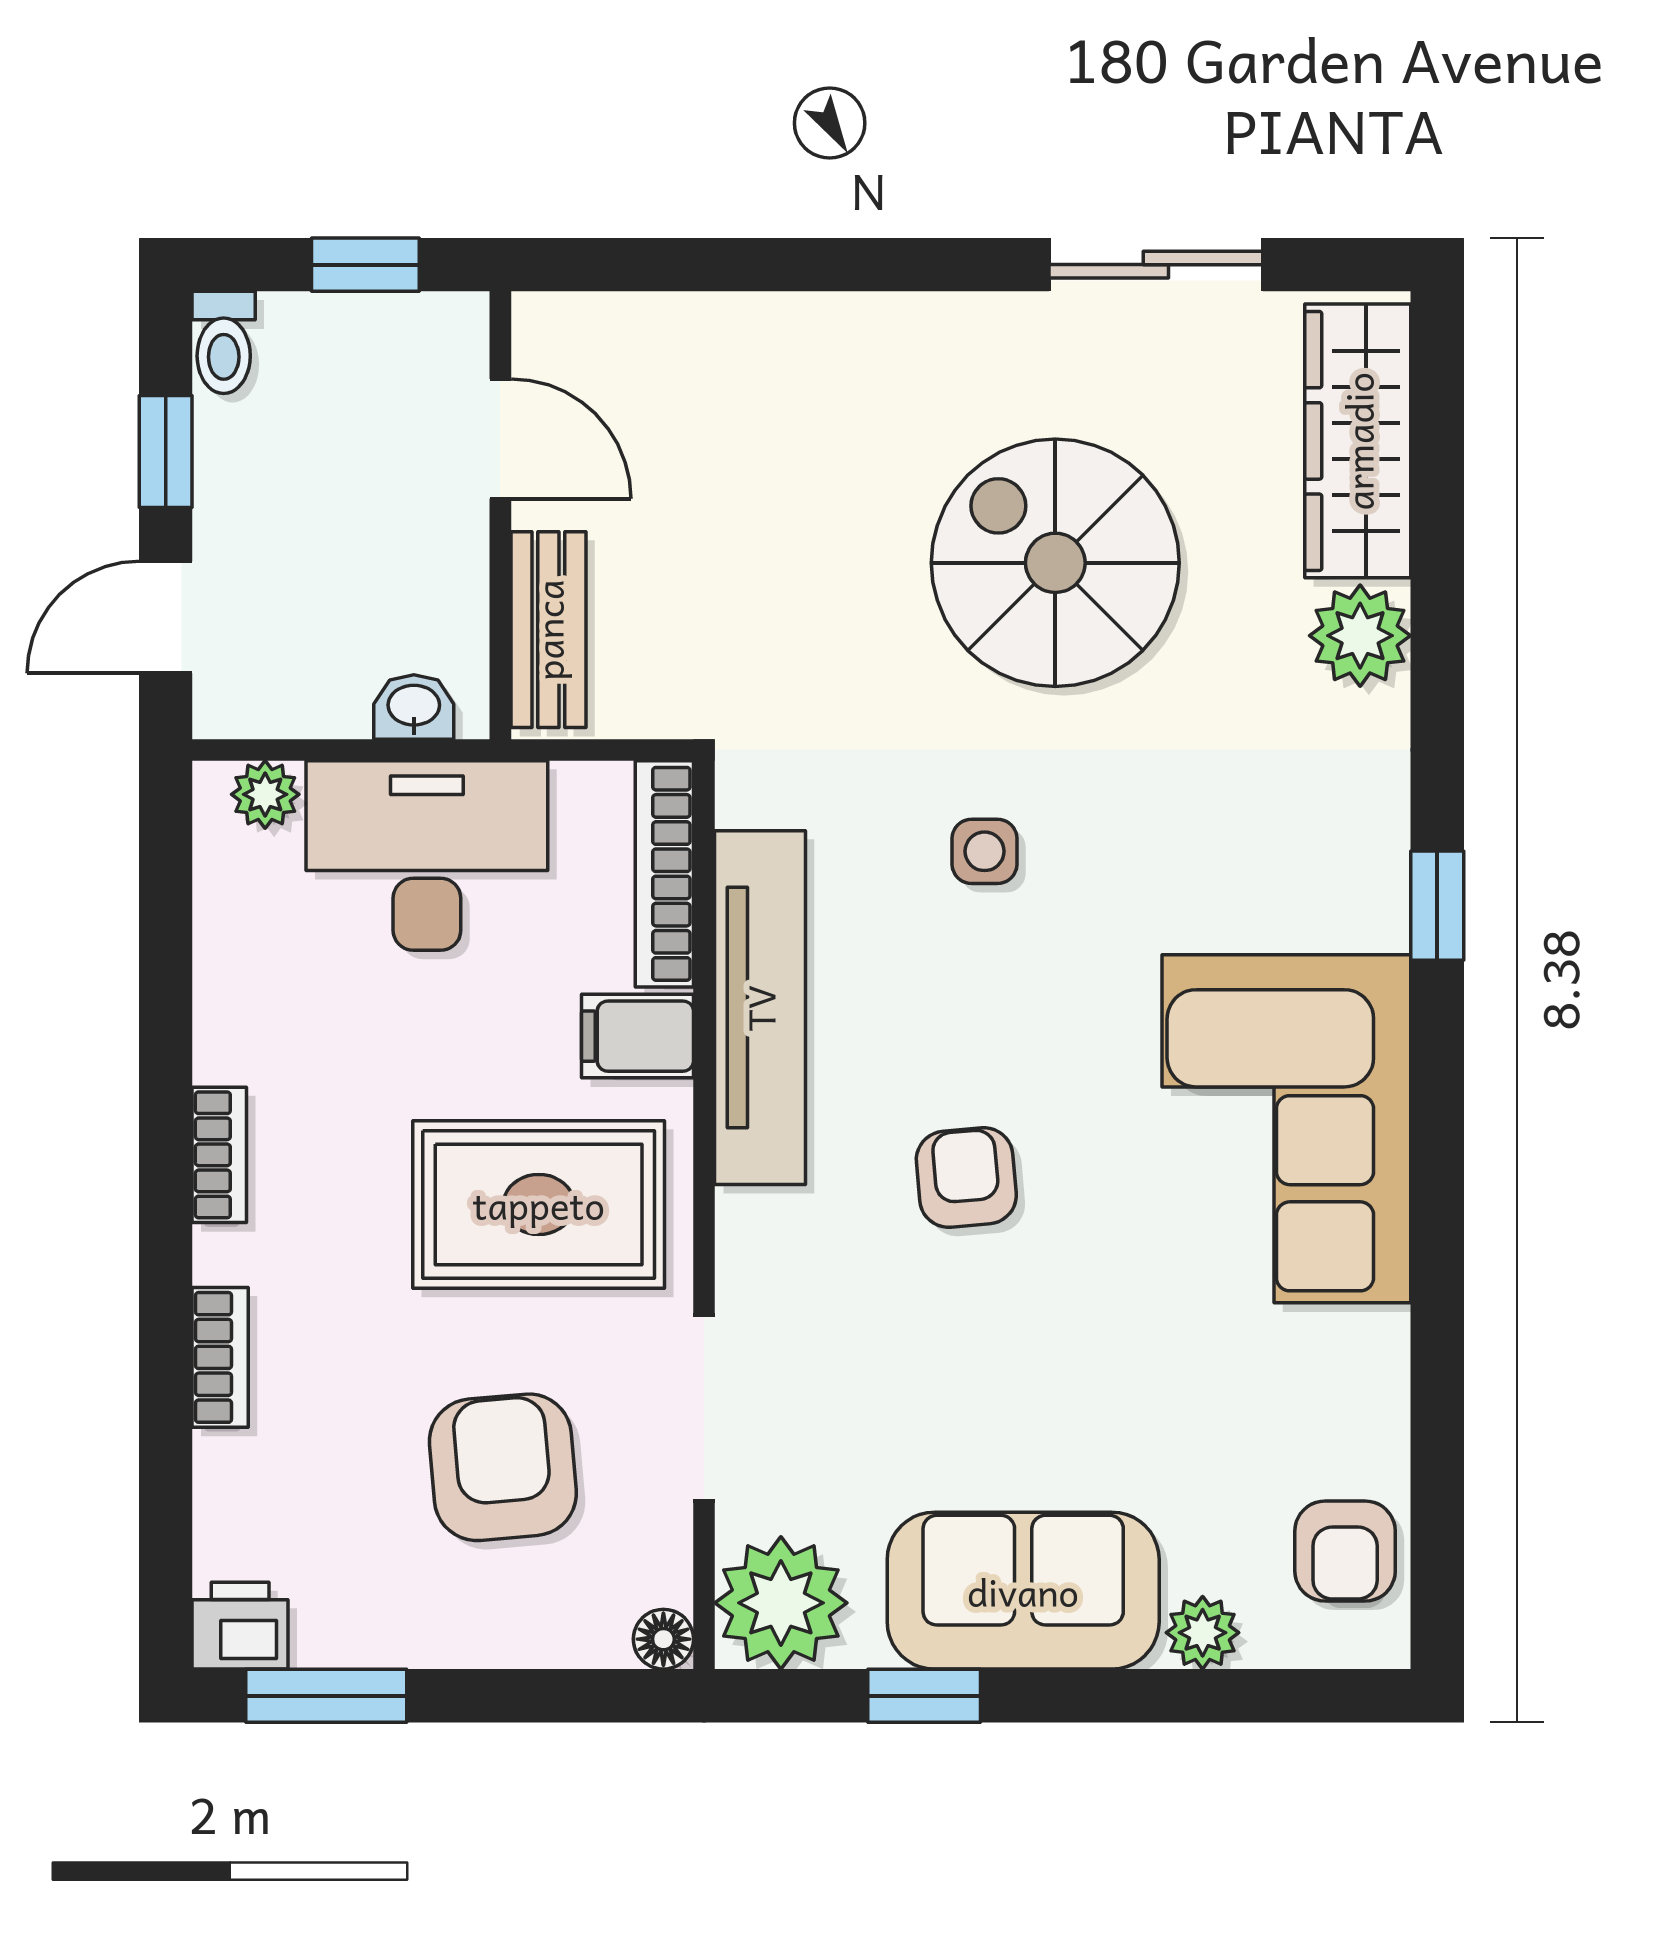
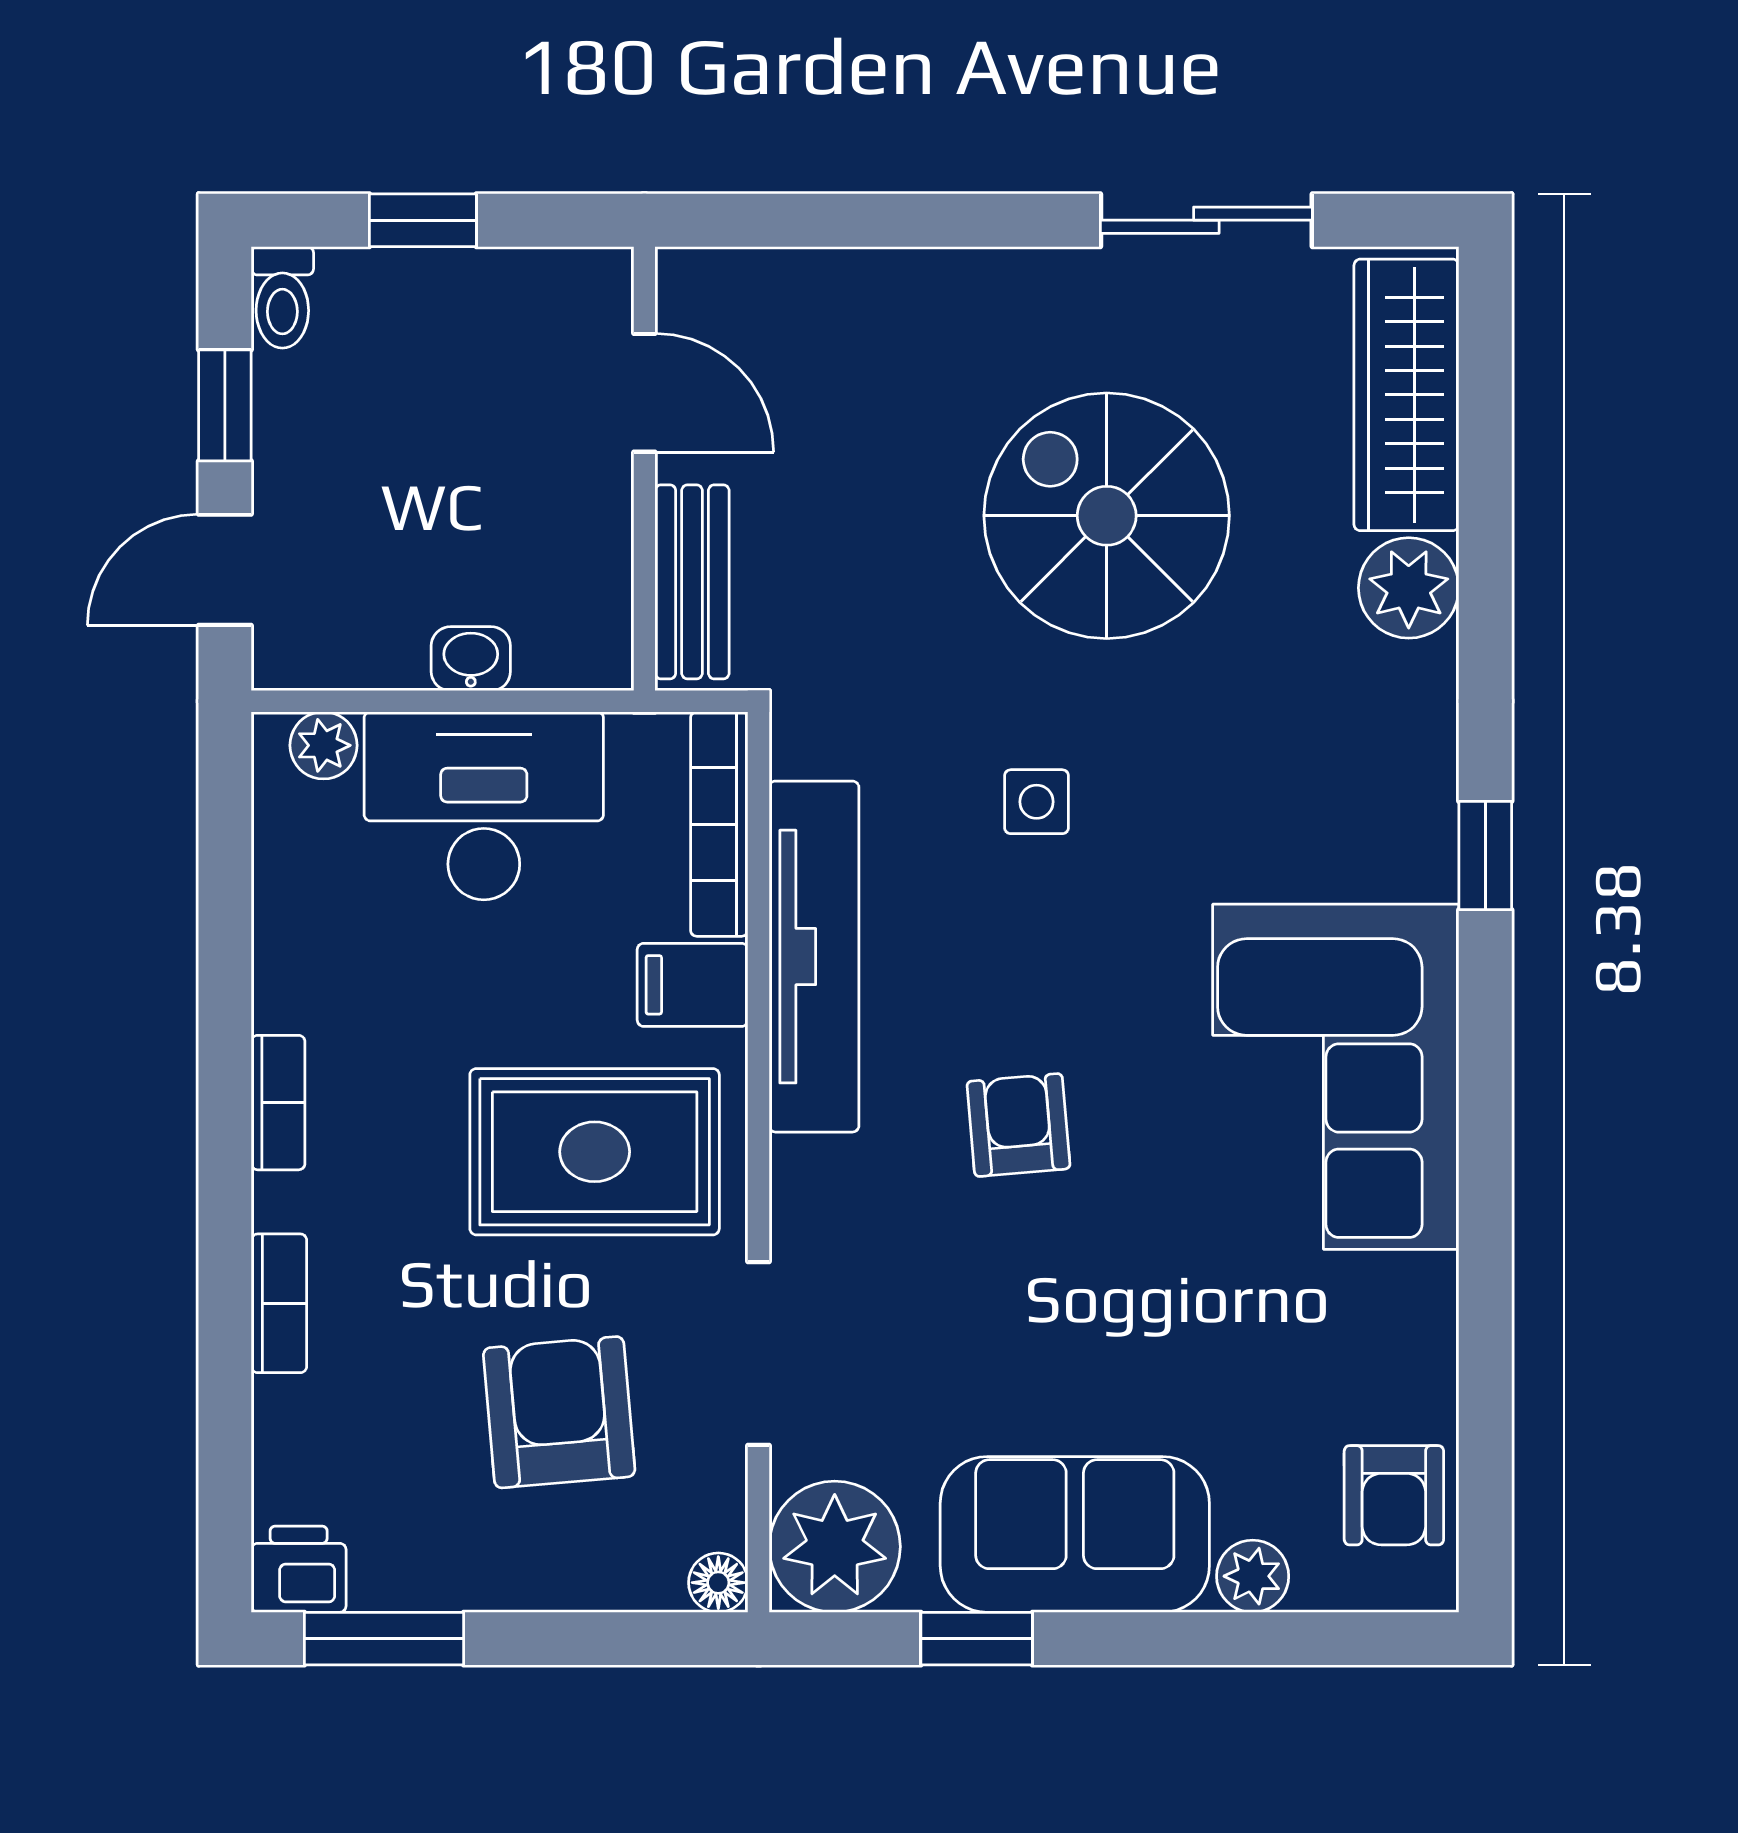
door: (500, 439) -> (644, 393), moved
wall: (500, 515) -> (644, 469), moved
bench: (548, 630) -> (692, 582), moved

